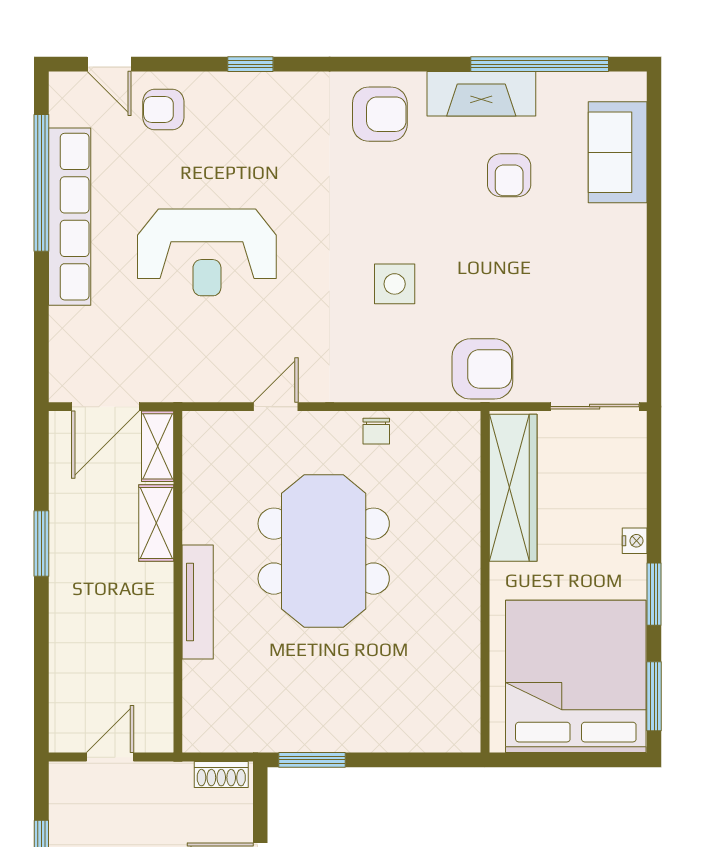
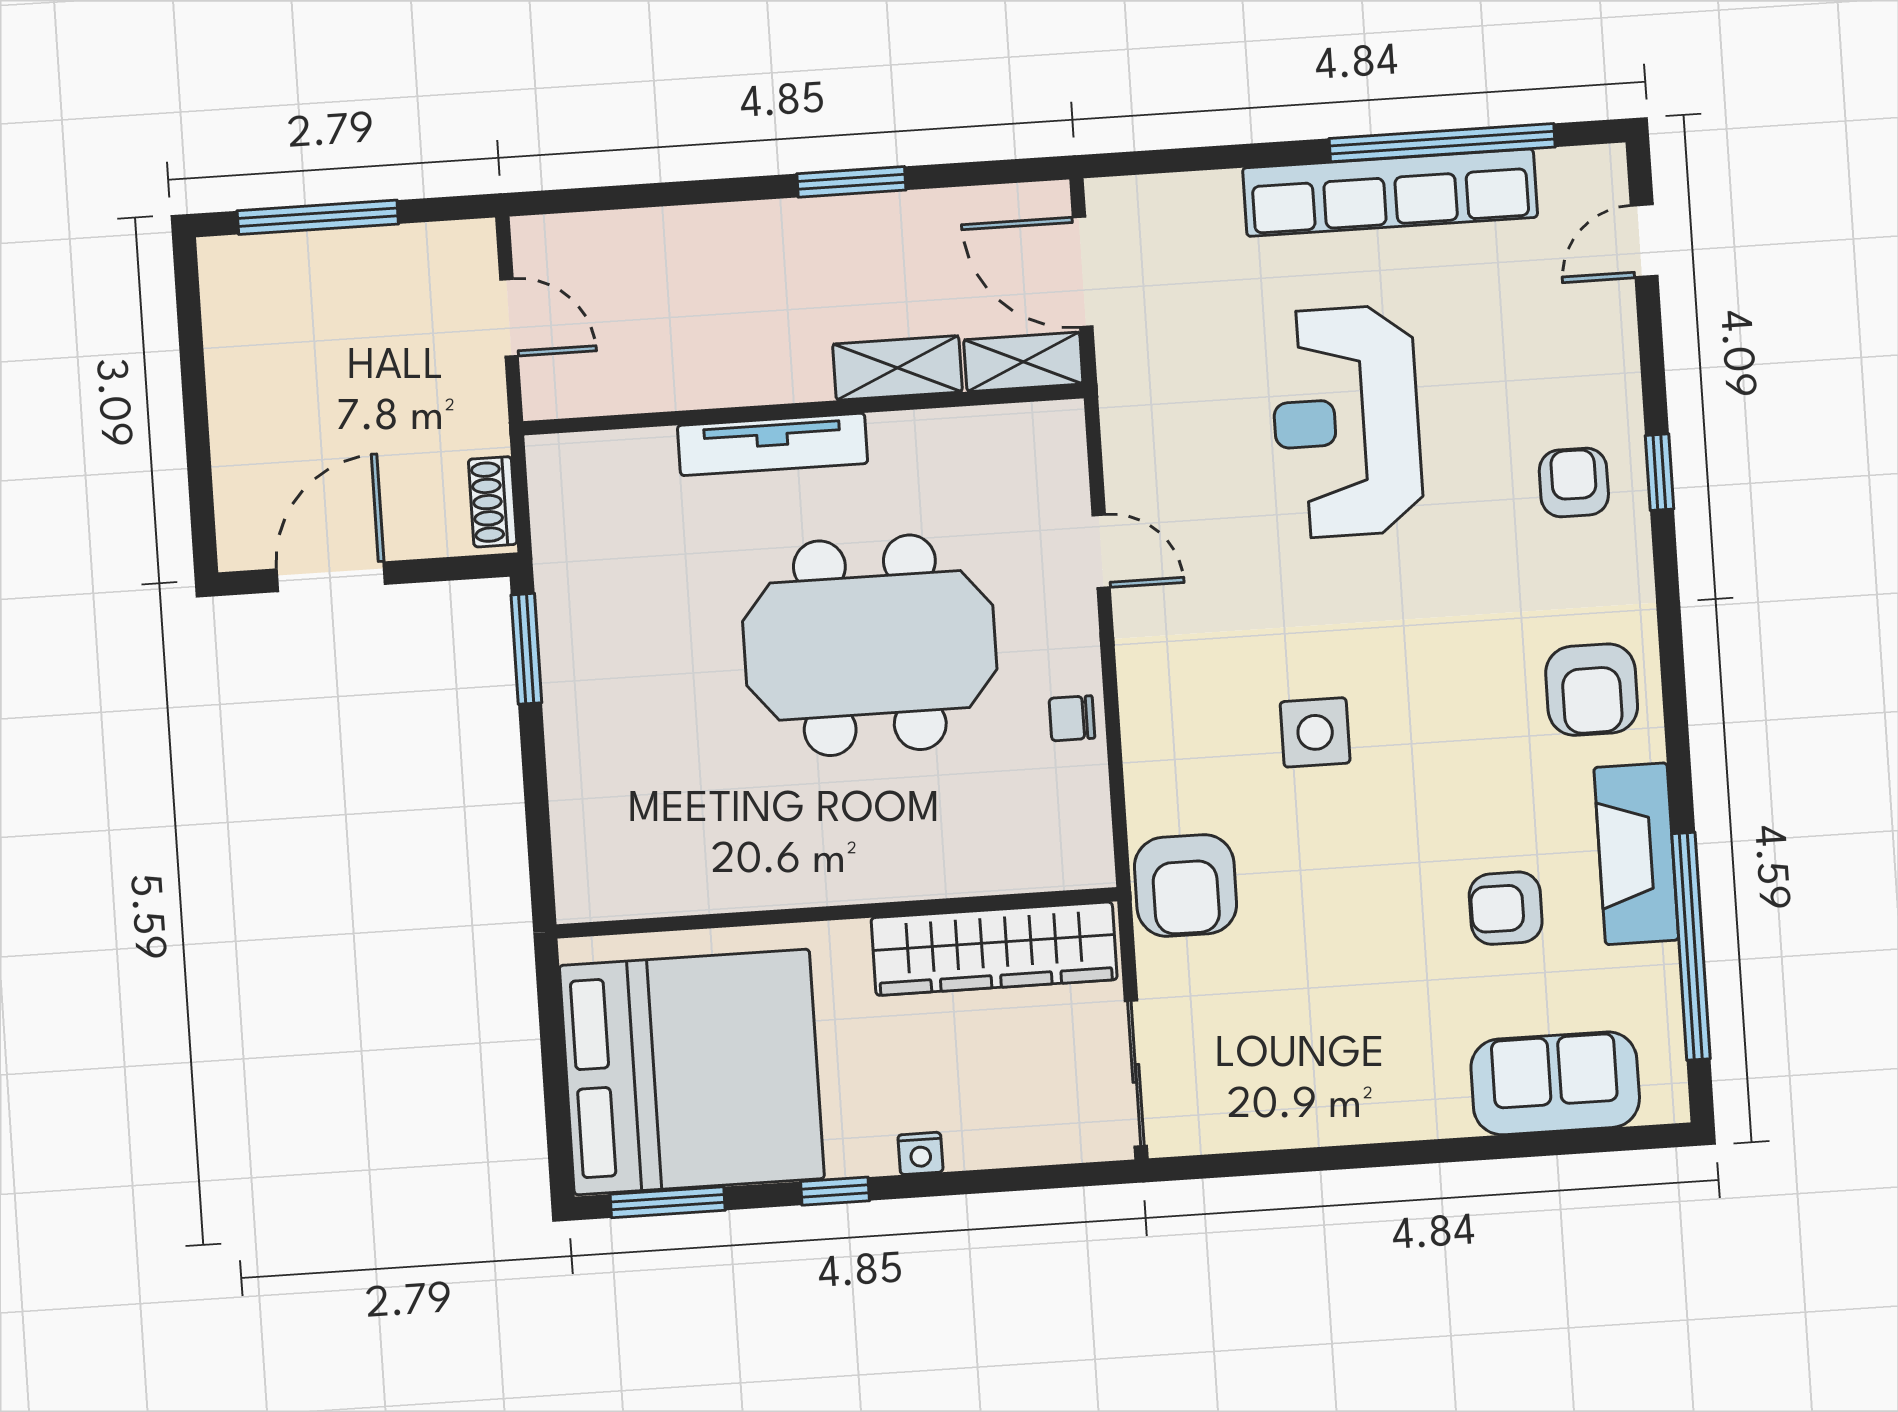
armchair: (163, 110) -> (1574, 483), moved
window: (654, 594) -> (835, 1191), width x0.67

